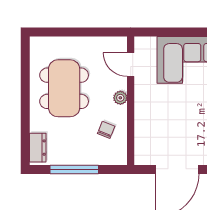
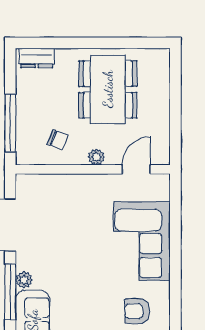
dining table: (64, 88) -> (108, 89), turned 90
window: (74, 170) -> (10, 123), moved

